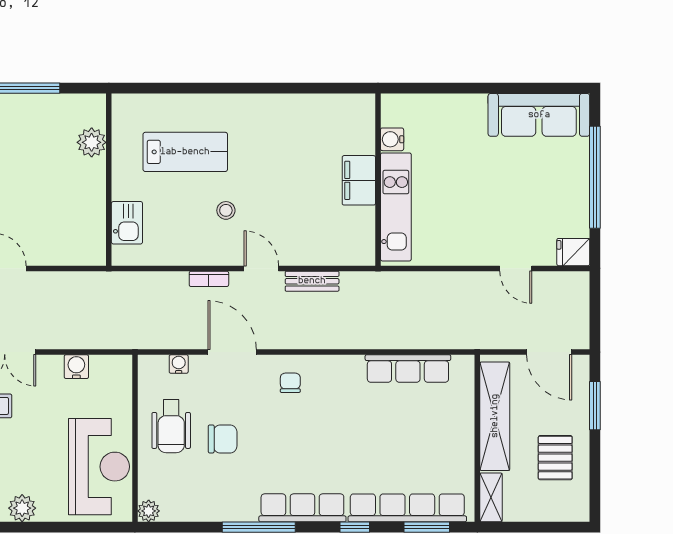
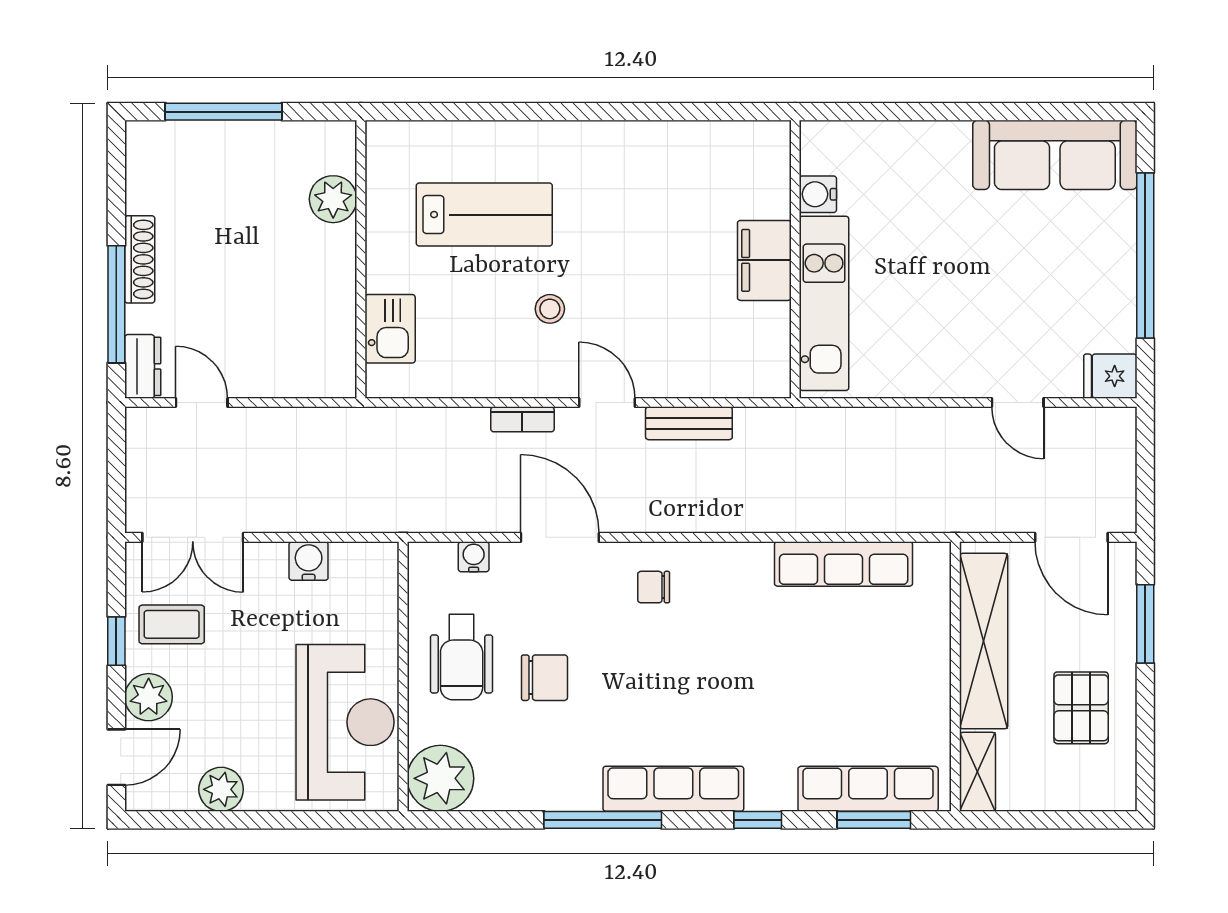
chair: (290, 383) -> (654, 587), turned -90
row of seats: (407, 508) -> (868, 789), width x0.73
plant: (149, 511) -> (440, 778), width x1.87, depth x1.87

